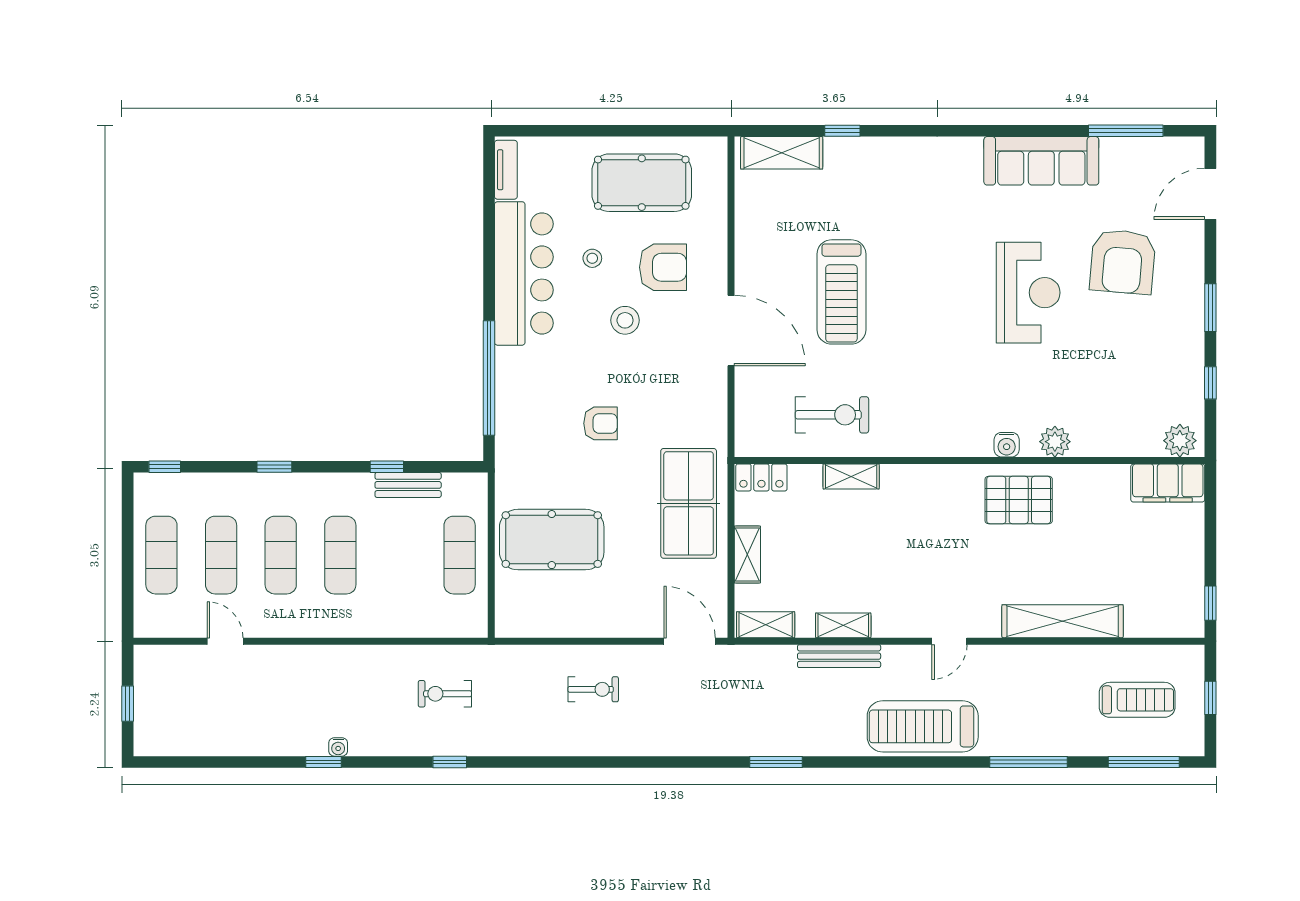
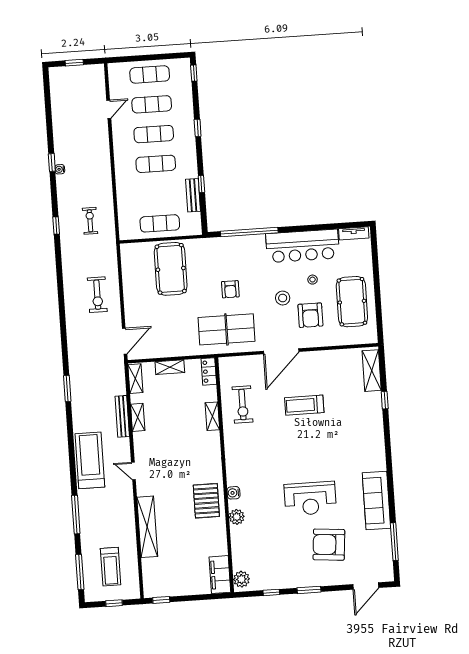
door: (1210, 194) -> (366, 586), swing flipped
treadmill: (841, 292) -> (304, 405), width x0.73, depth x0.73
table tennis table: (689, 503) -> (226, 329), moved
exercise bike: (593, 689) -> (97, 295), width x1.38, depth x1.39

